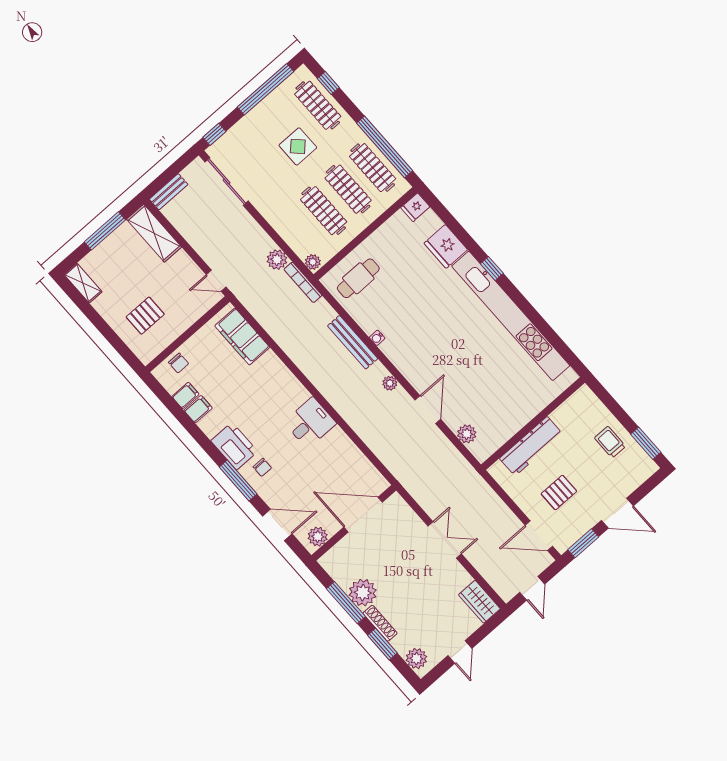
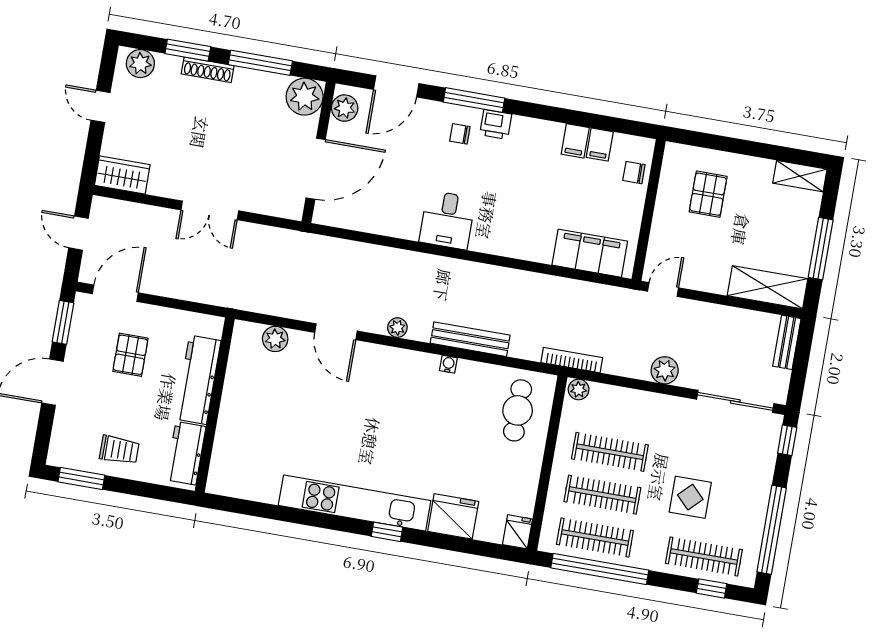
plant: (277, 260) -> (665, 370), moved
kitchen unit: (511, 316) -> (355, 503), width x0.73
workbench: (573, 409) -> (186, 453), added
printer: (234, 446) -> (496, 124), width x0.53, depth x0.68
plant: (363, 593) -> (305, 97), moved

